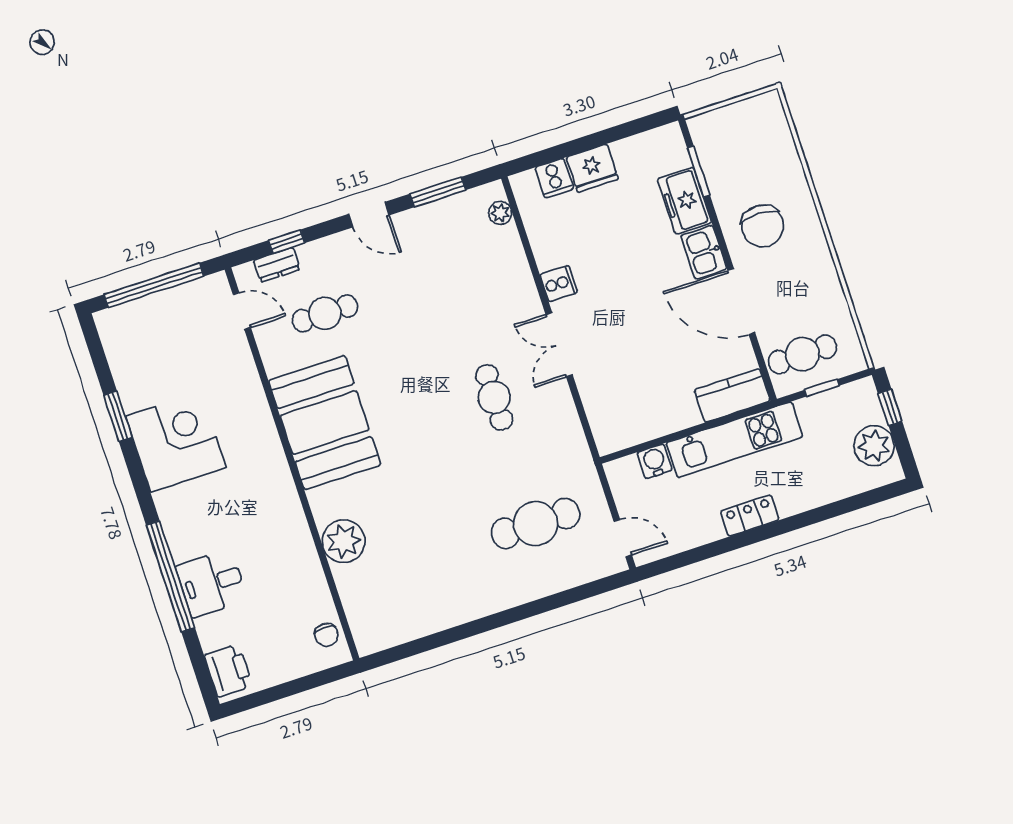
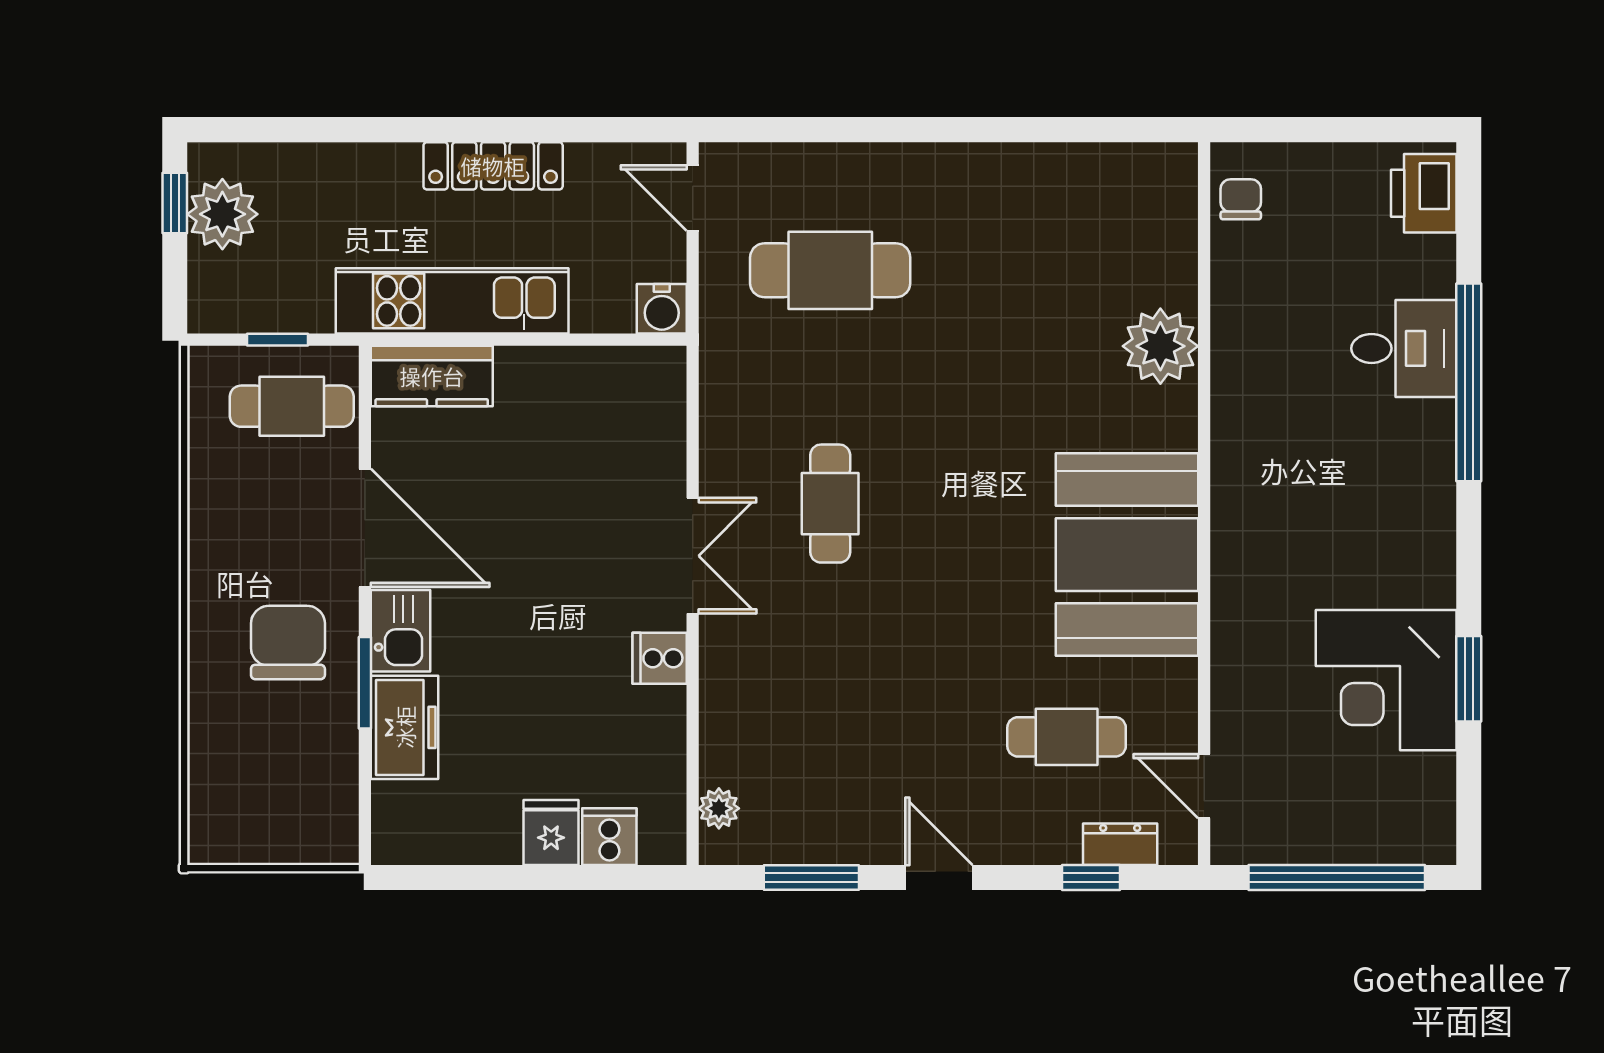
fridge: (592, 168) -> (551, 832), width x0.72
window: (698, 171) -> (365, 683), moved
window: (890, 407) -> (175, 203), moved
corner desk: (176, 442) -> (1386, 680), moved
water cooler: (655, 461) -> (662, 309), moved
locker: (750, 516) -> (493, 166), width x1.53

